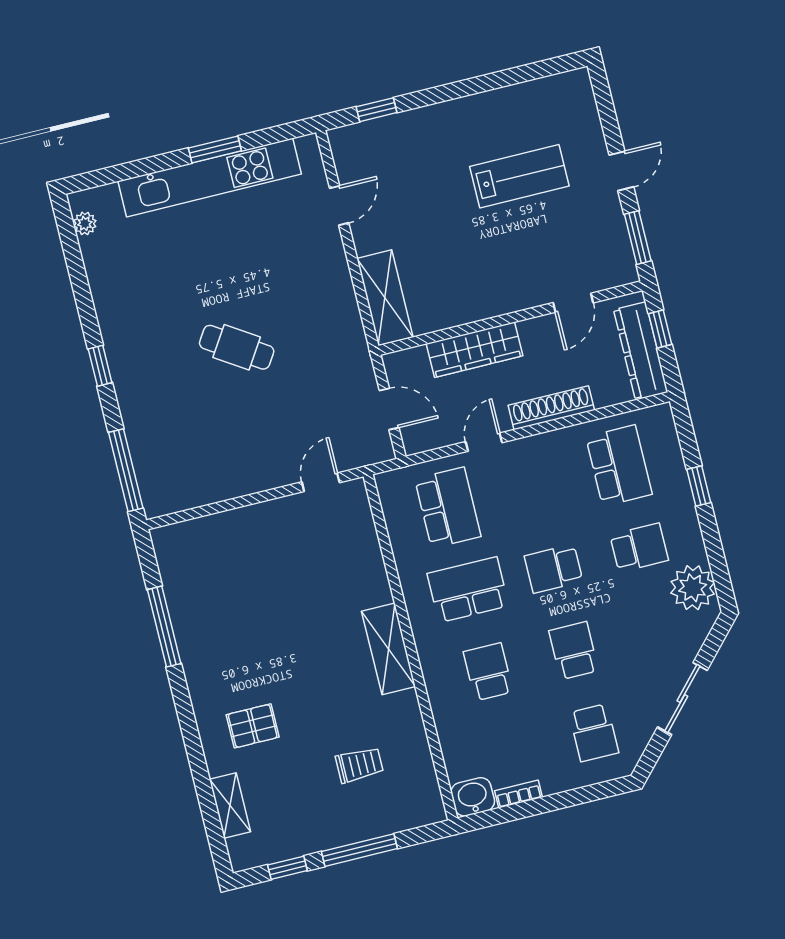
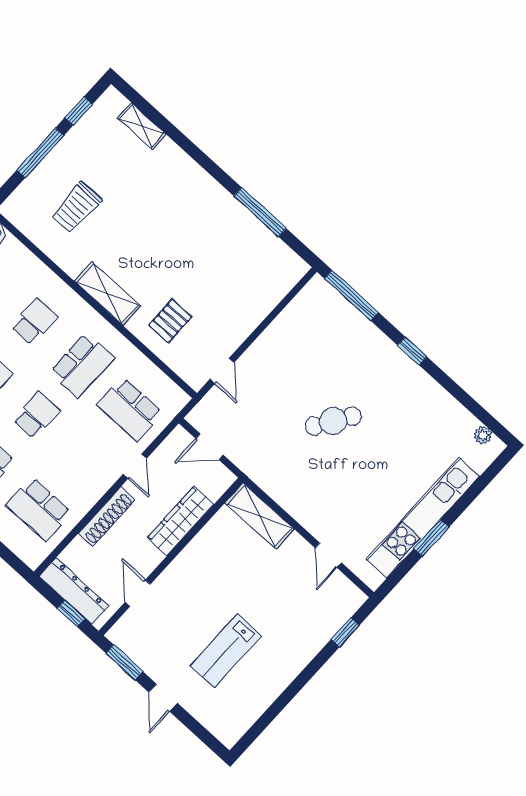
school desk: (488, 672) -> (34, 322), turned -90
pallet: (253, 726) -> (170, 321), moved
trolley: (359, 765) -> (77, 207), width x1.36, depth x1.39

